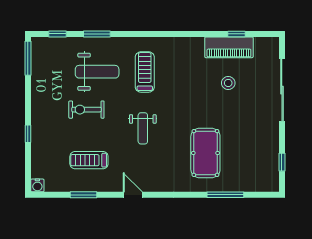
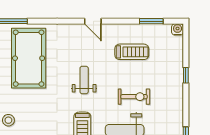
pool table: (205, 153) -> (29, 58), width x1.36, depth x1.32
window: (83, 195) -> (151, 21), moved

